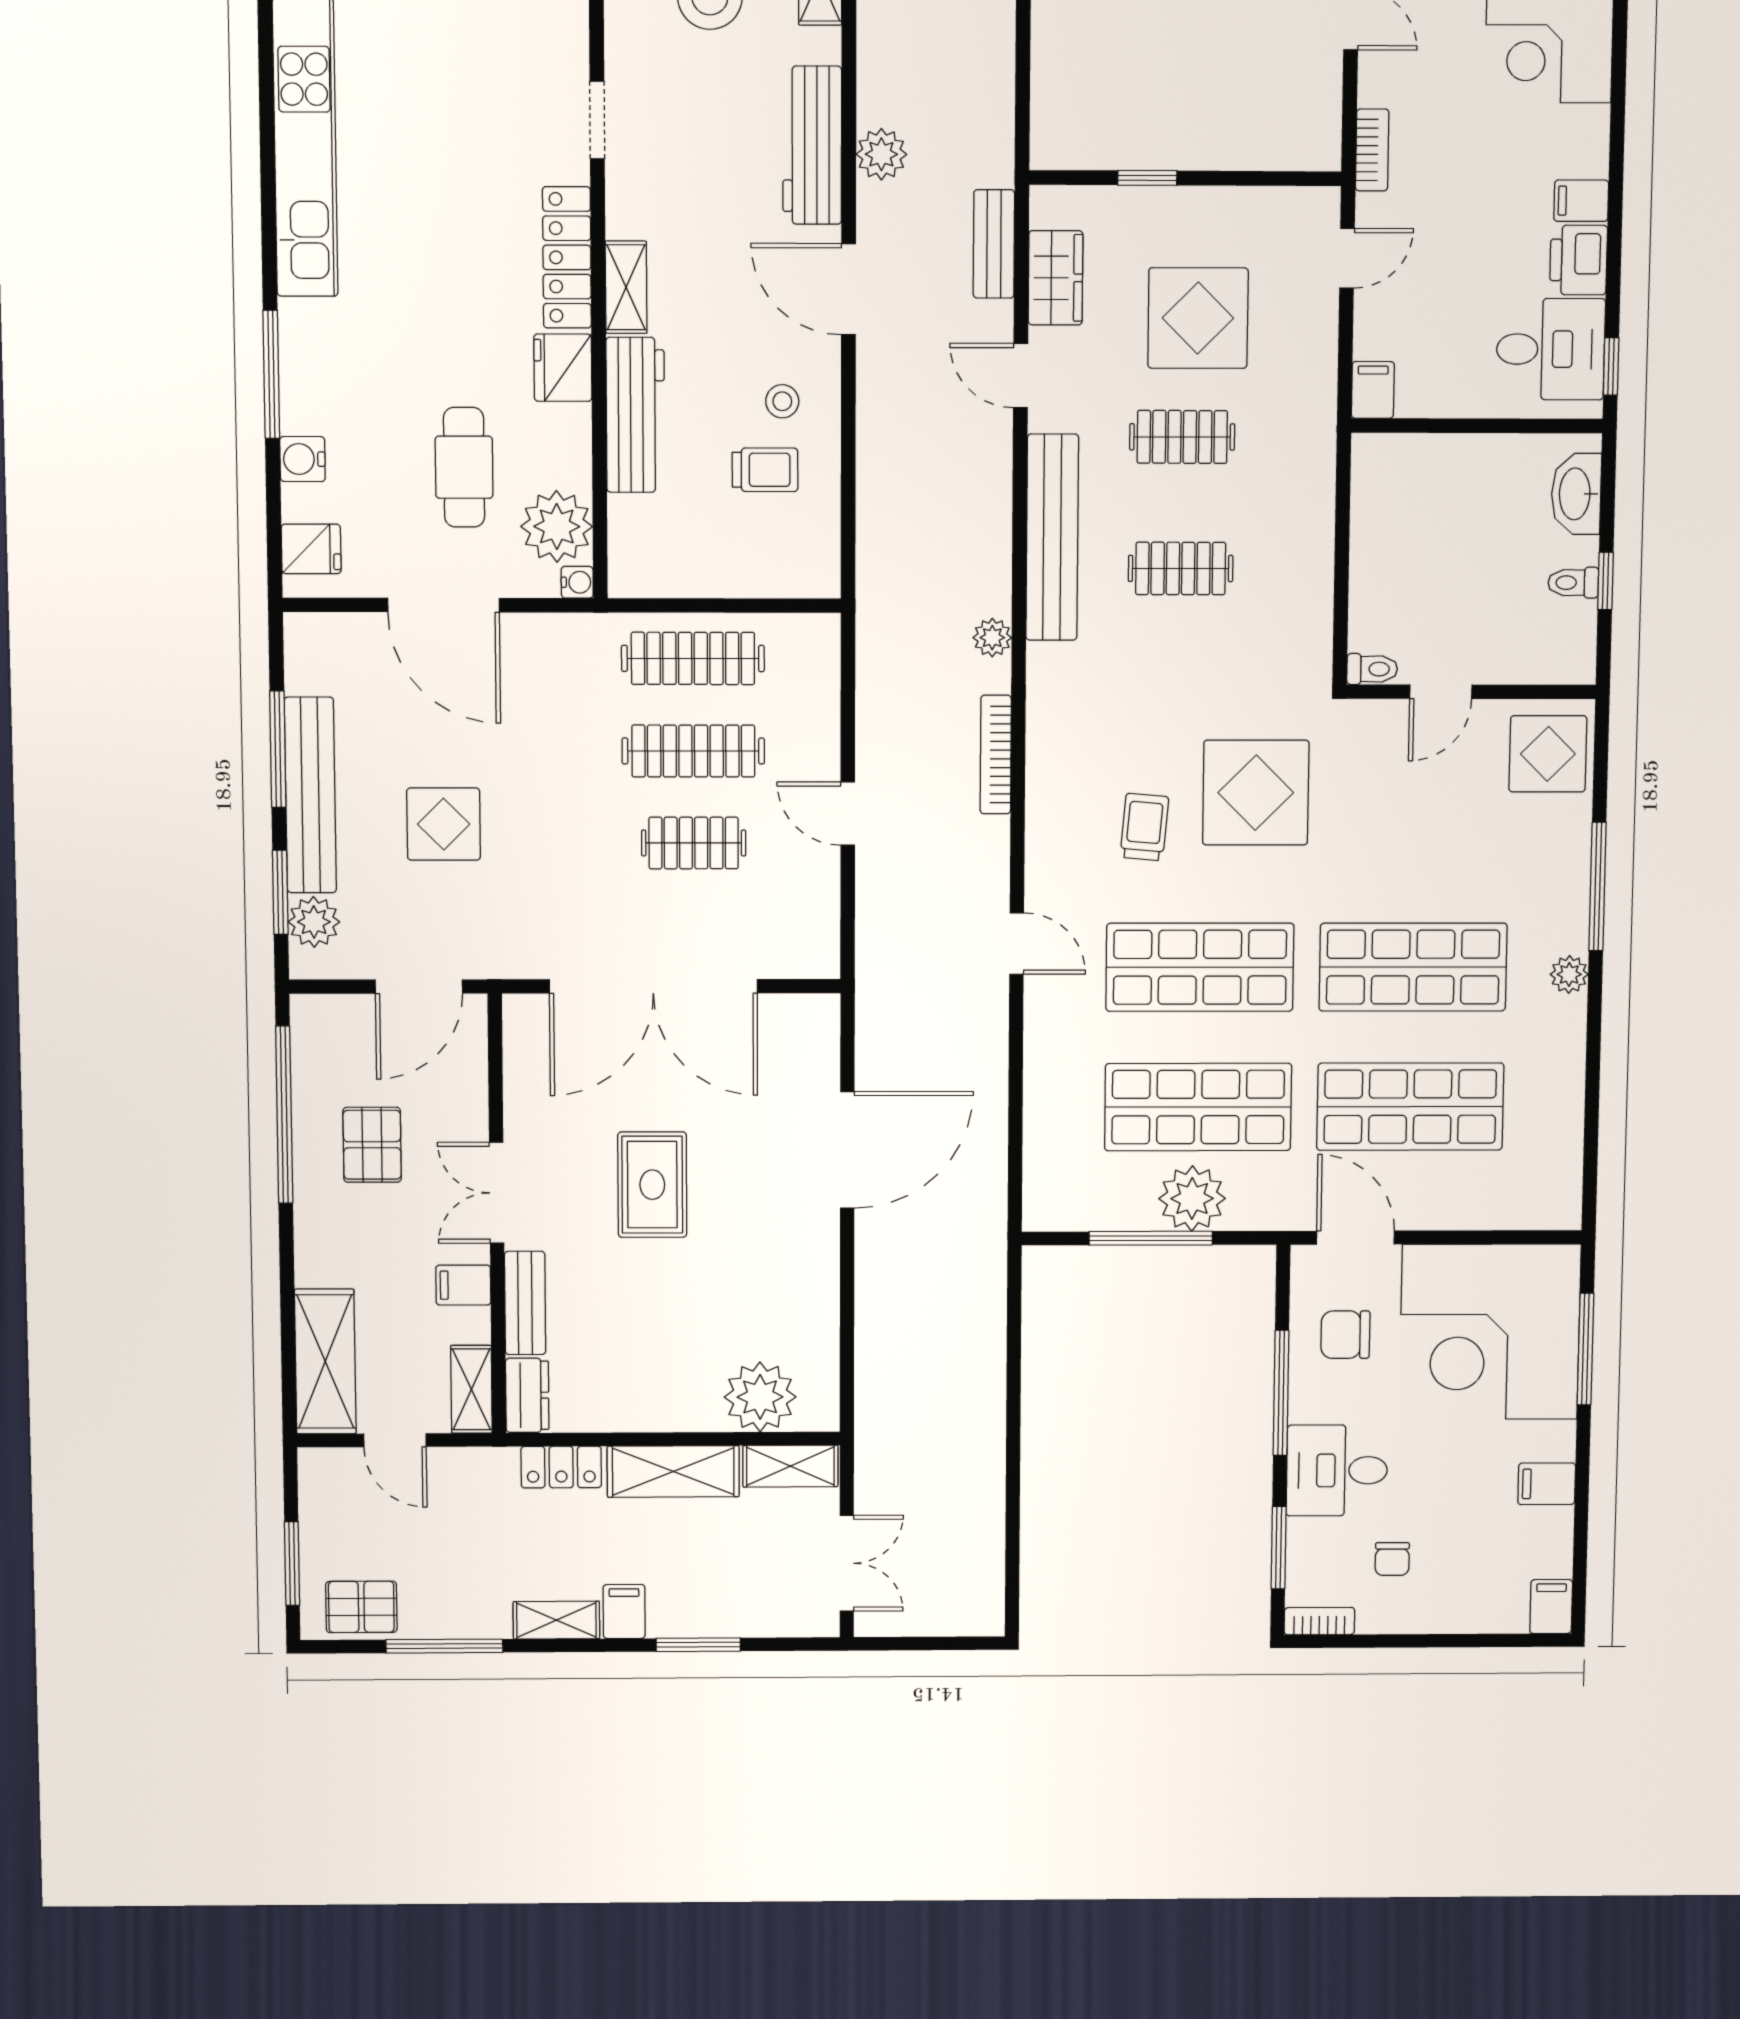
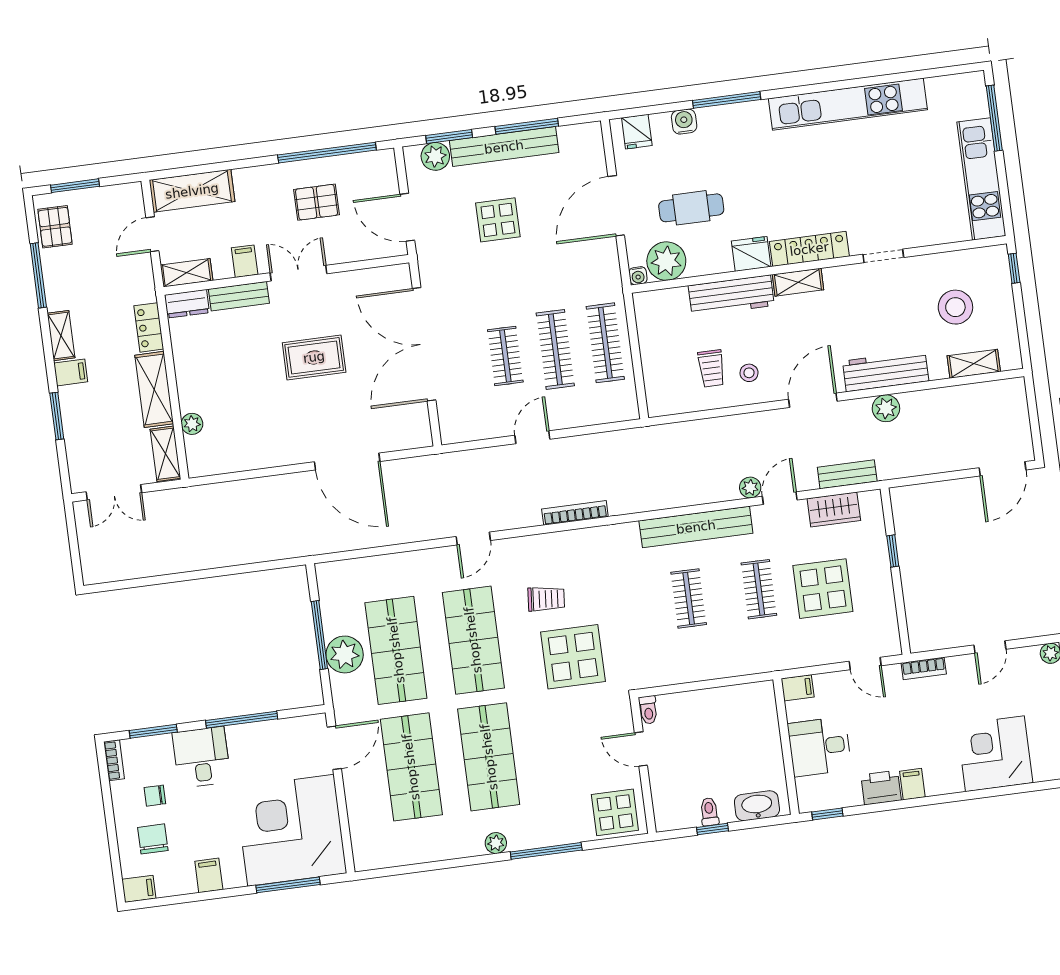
desk: (1551, 349) -> (819, 747), moved, turned 90
plant: (992, 638) -> (750, 488), moved
chair: (1345, 1335) -> (153, 839), moved
plant: (760, 1397) -> (192, 424), width x0.53, depth x0.53

